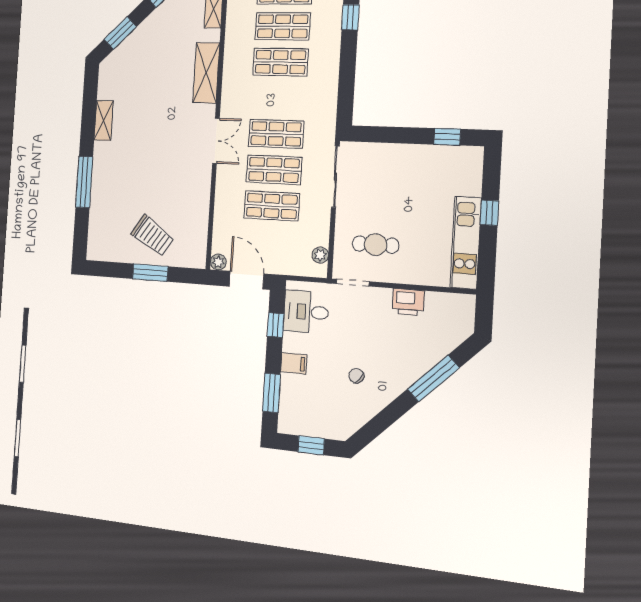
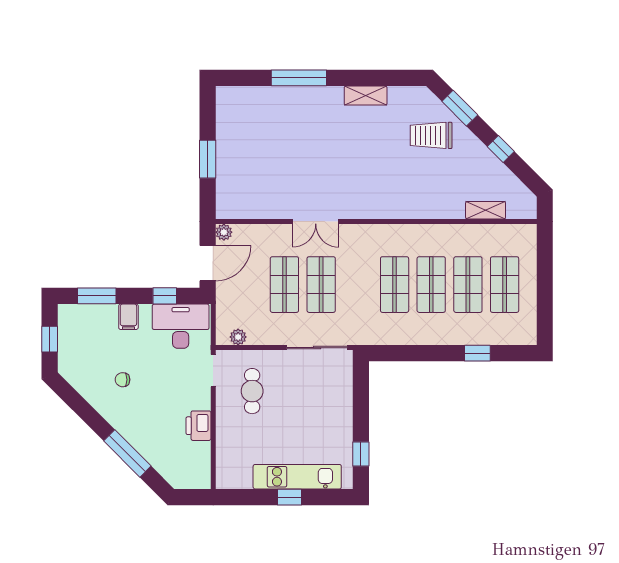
shelving: (206, 73) -> (419, 207), removed
shop shelf: (276, 134) -> (395, 285), moved
double door: (216, 141) -> (316, 222), moved
trolley: (152, 236) -> (431, 135), moved, turned 57
kitchen unit: (466, 243) -> (297, 477), moved
desk: (306, 312) -> (181, 326), width x1.37
chair: (356, 376) -> (123, 380), turned -130

